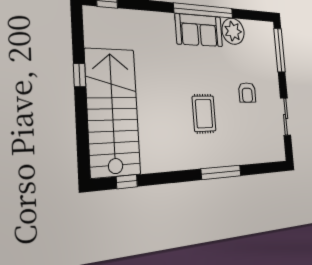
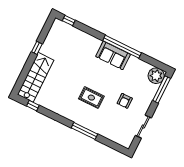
plant: (233, 31) -> (156, 76), moved
stairs: (113, 112) -> (36, 77), width x0.73, depth x0.66
rug: (204, 114) -> (91, 98), turned 90

